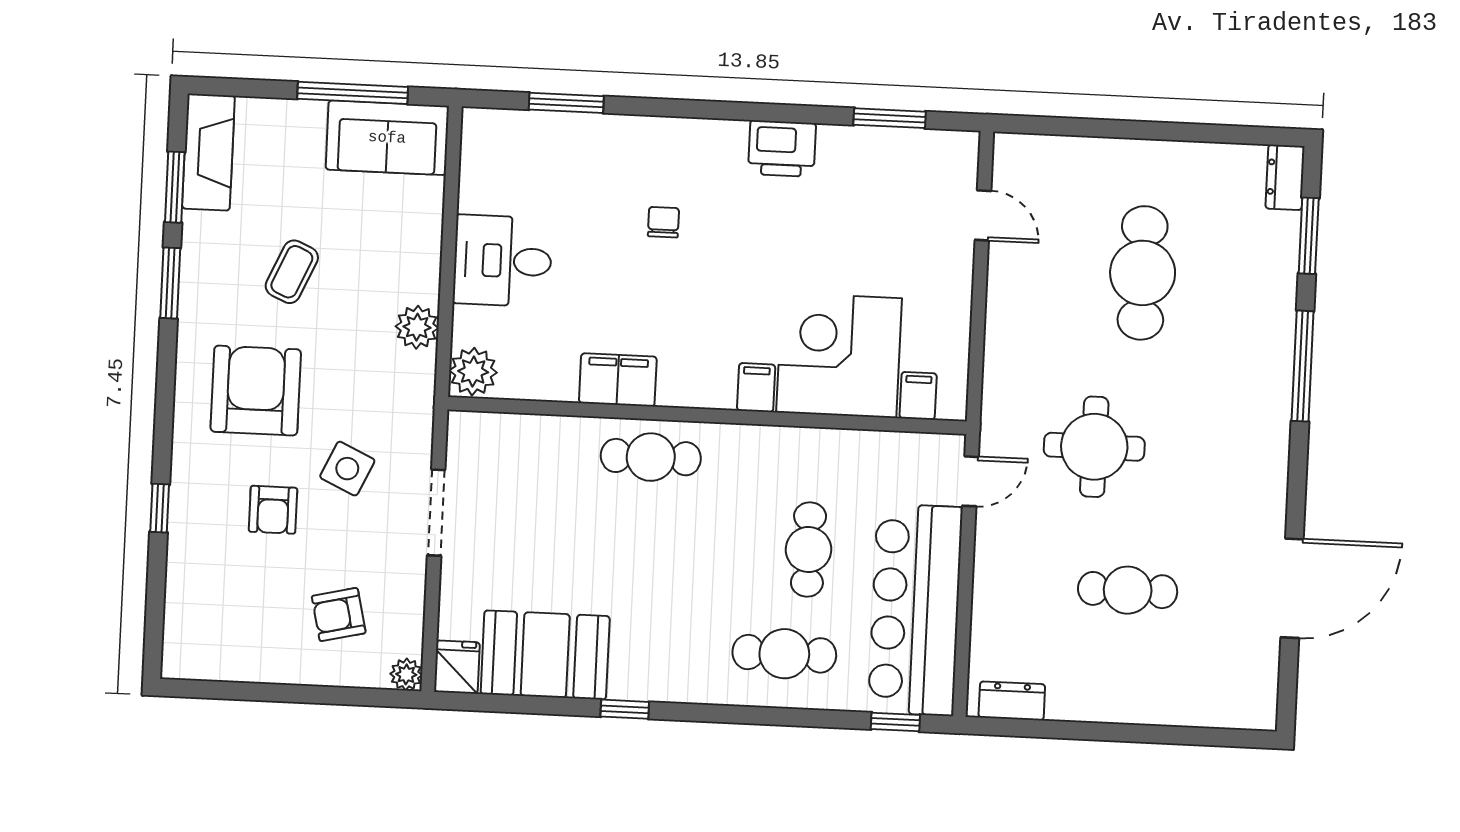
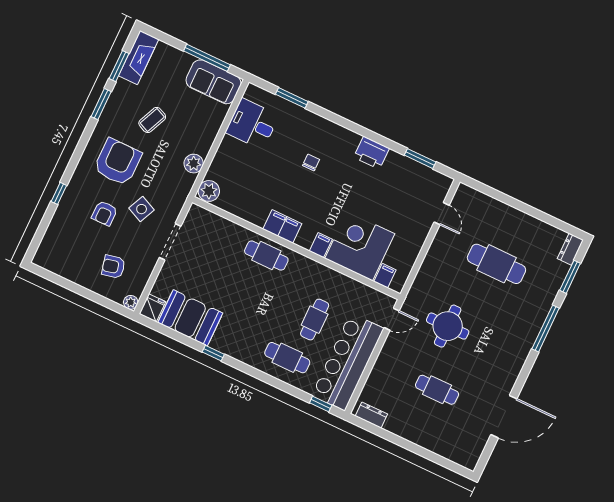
desk: (503, 261) -> (252, 124), moved
cafe table: (1143, 273) -> (496, 264), turned 90
filing cabinet: (618, 380) -> (282, 226), moved

